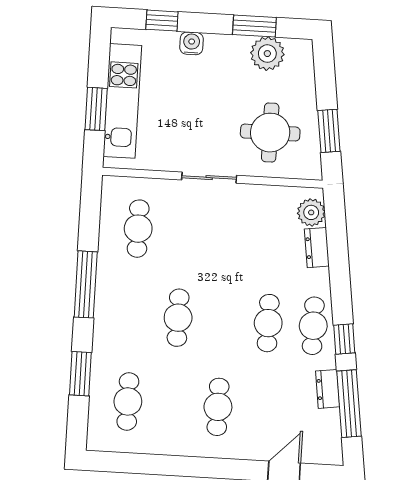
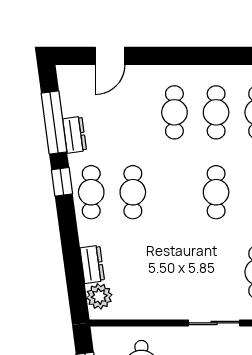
sliding door: (209, 178) -> (214, 323), moved
cafe table: (173, 404) -> (216, 112), added

